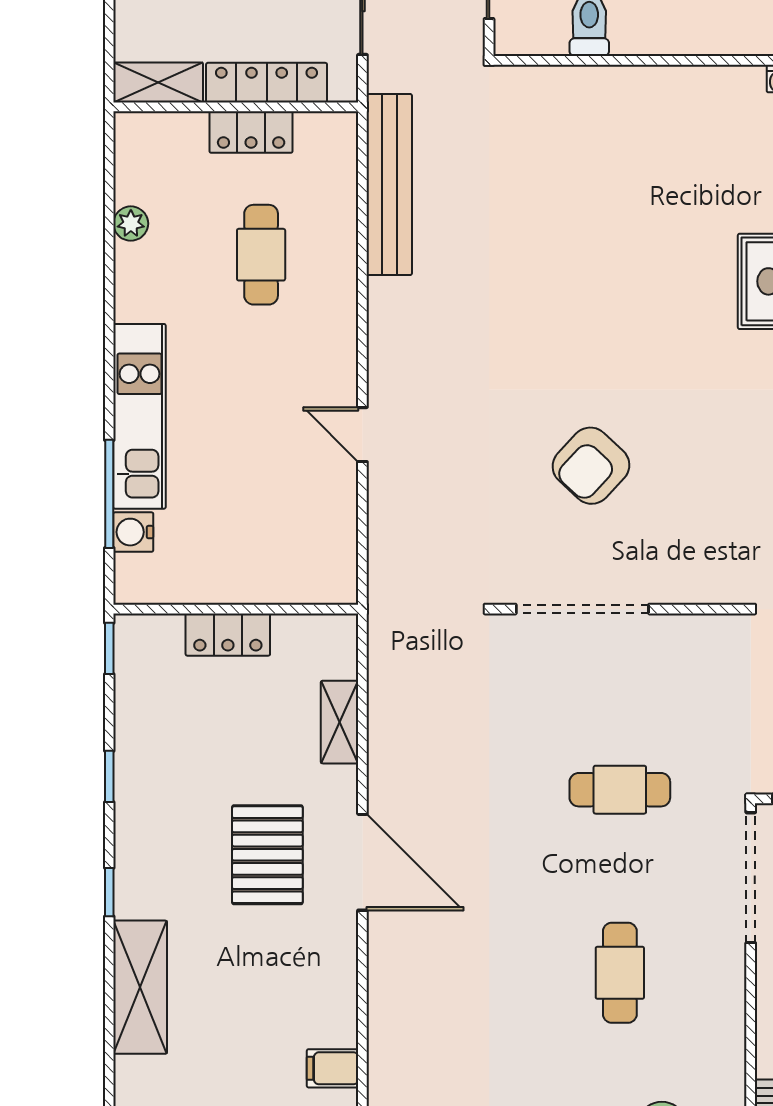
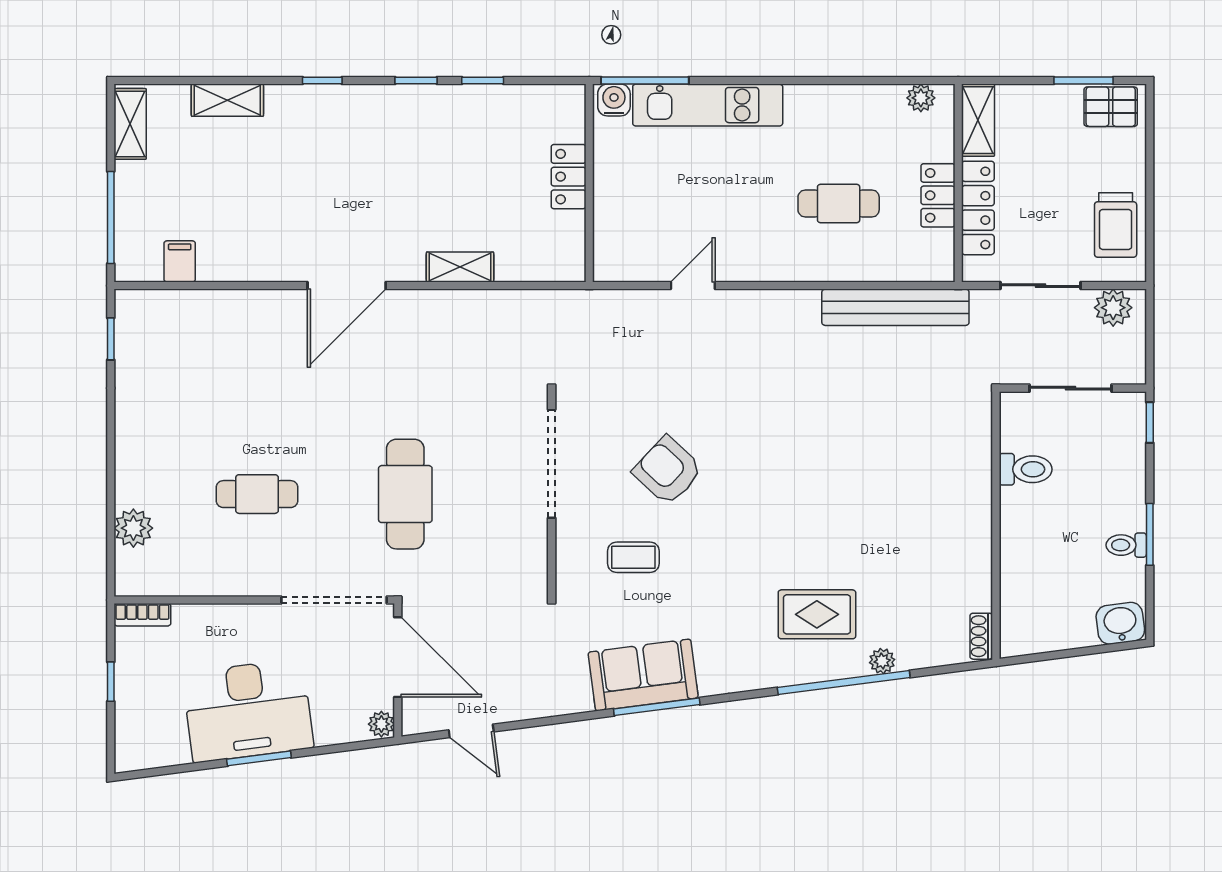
plant: (131, 224) -> (921, 98), moved
coffee table: (698, 508) -> (633, 557), added
wall: (236, 609) -> (589, 183), moved
locker: (228, 635) -> (569, 177), moved
window: (109, 648) -> (483, 81), moved
cafe table: (620, 790) -> (405, 494), width x1.37, depth x1.35
pallet: (267, 855) -> (353, 209), removed
shelving: (140, 987) -> (227, 100), width x0.67, depth x0.75

